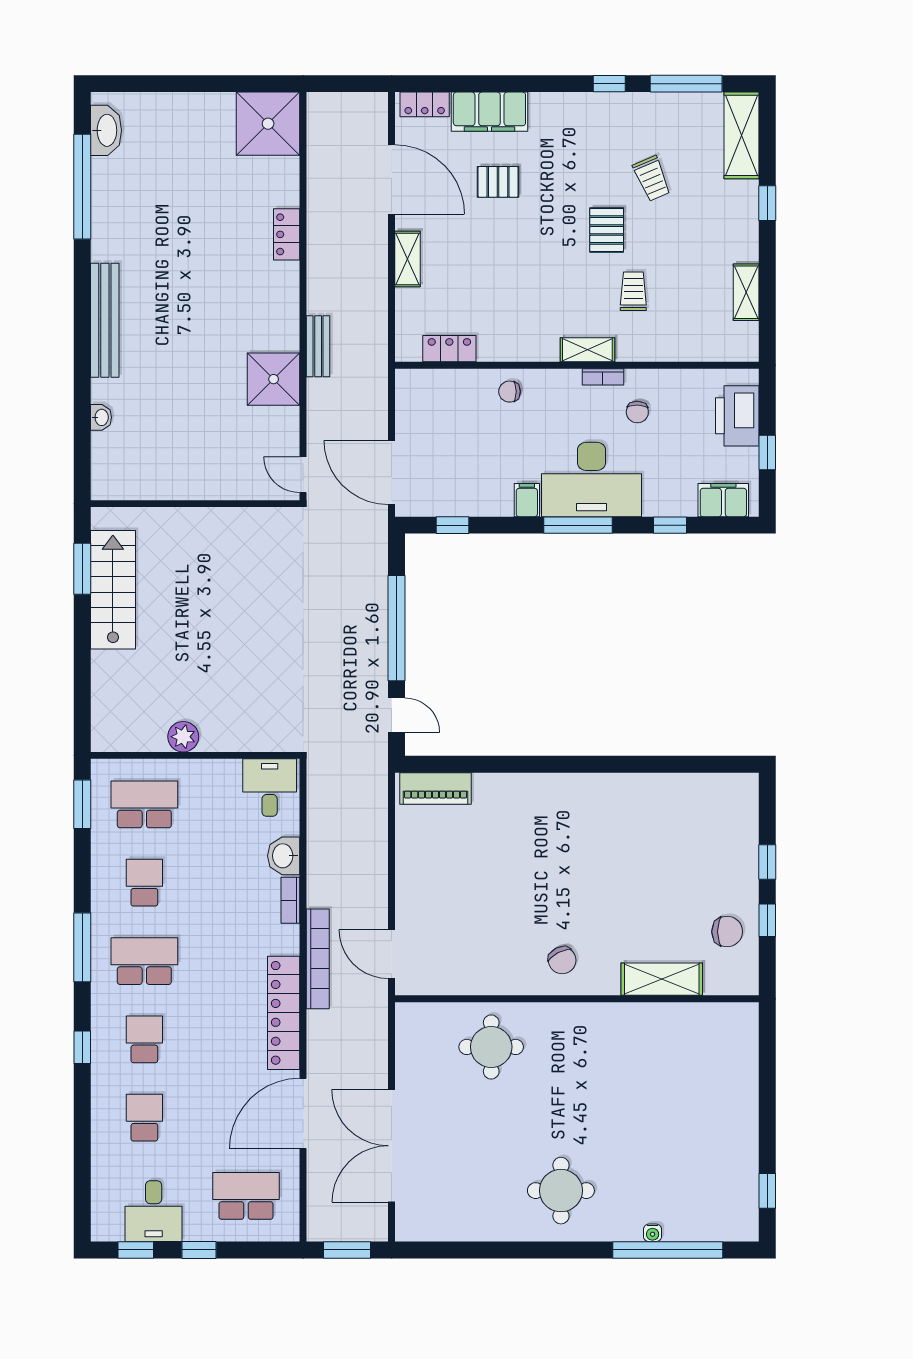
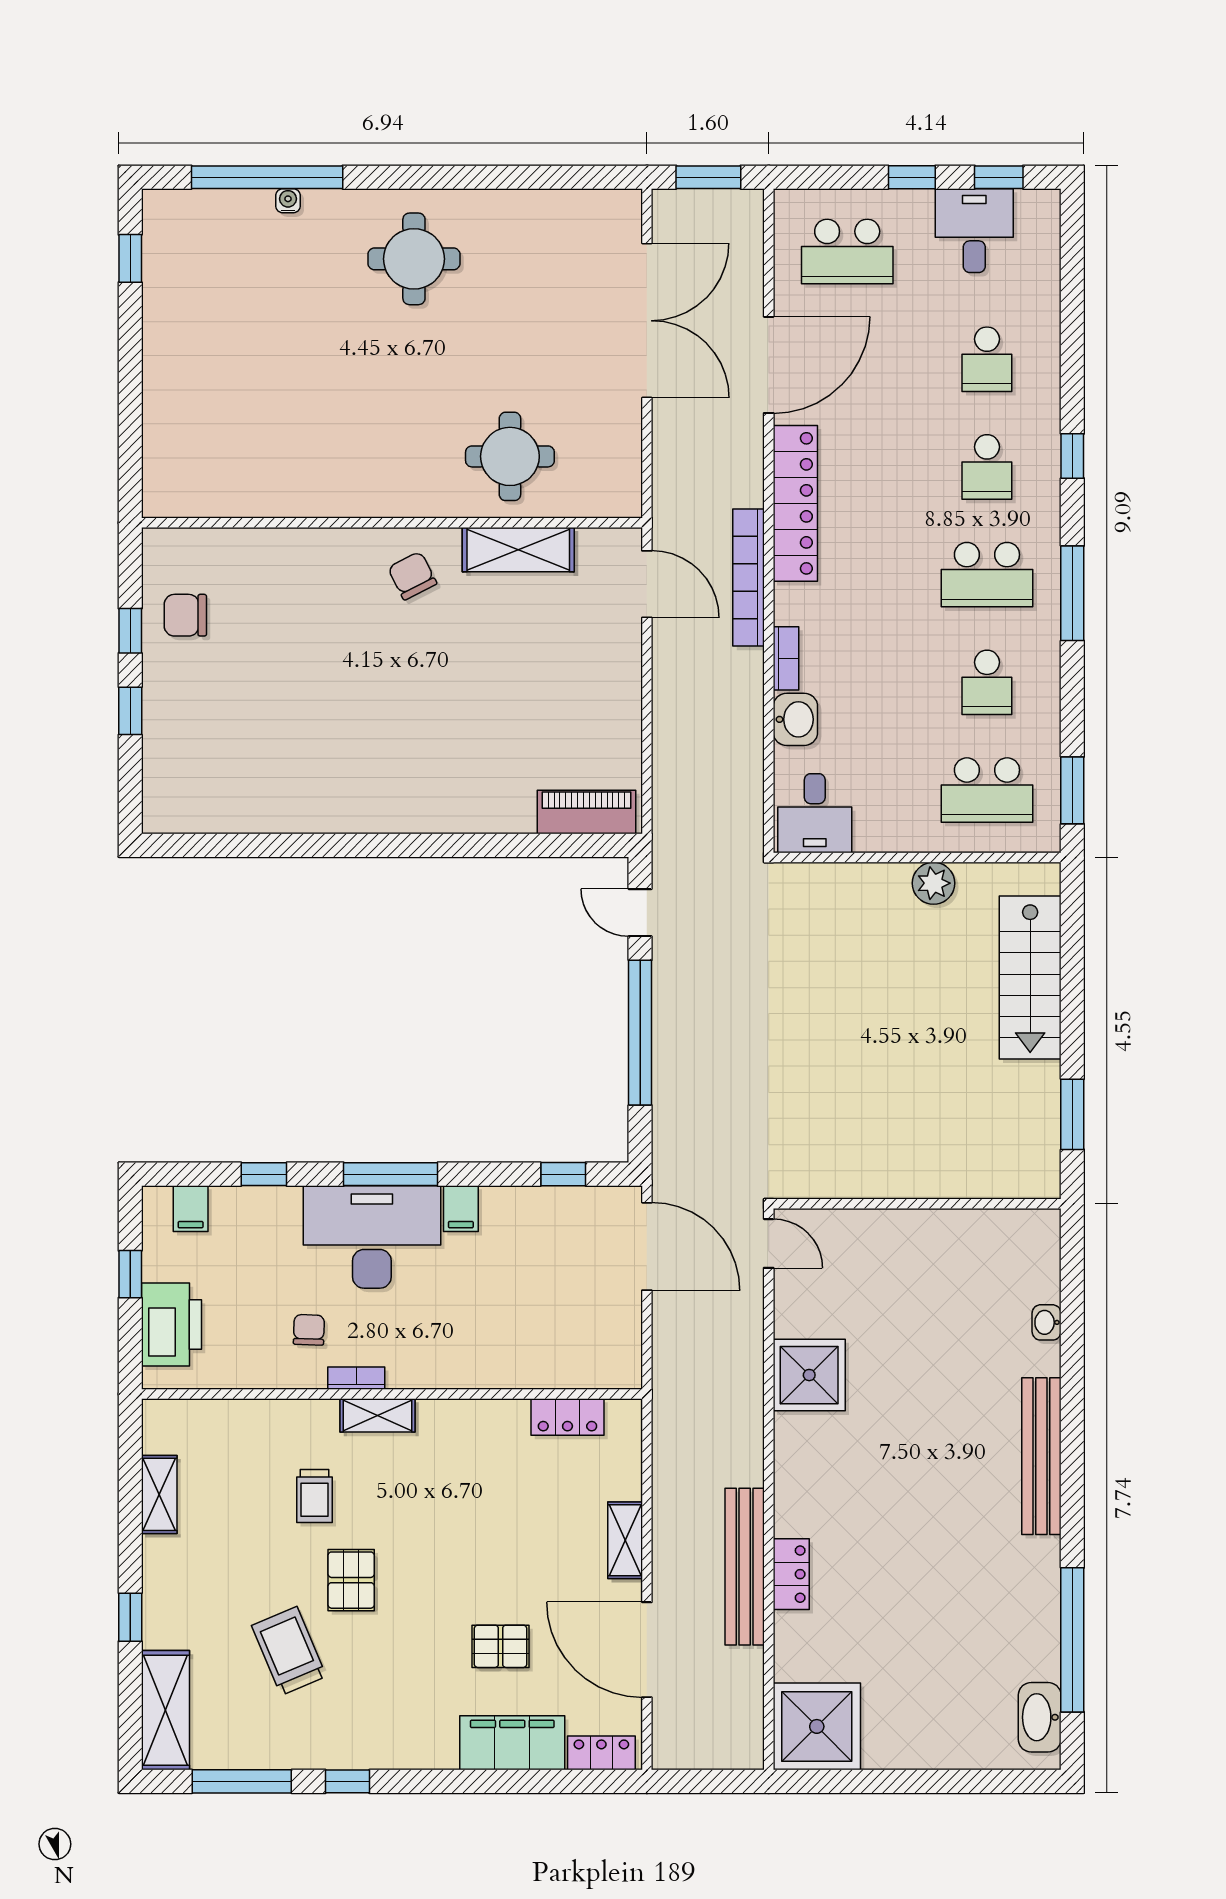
trolley: (652, 178) -> (289, 1651), width x1.36, depth x1.39
bench: (318, 346) -> (745, 1567), moved, width x1.86, depth x1.21
chair: (510, 392) -> (485, 1358), removed
filing cabinet: (723, 500) -> (191, 1209), width x0.50
stairs: (113, 590) -> (1030, 977), moved
shelving: (662, 979) -> (518, 550), moved

